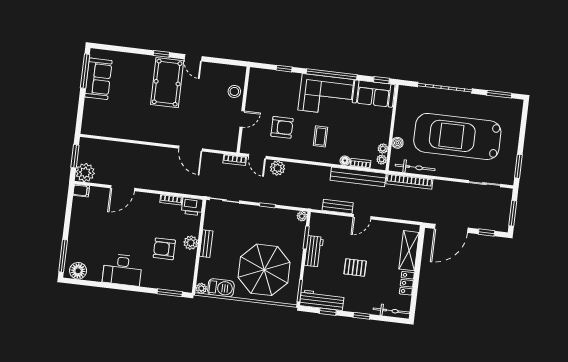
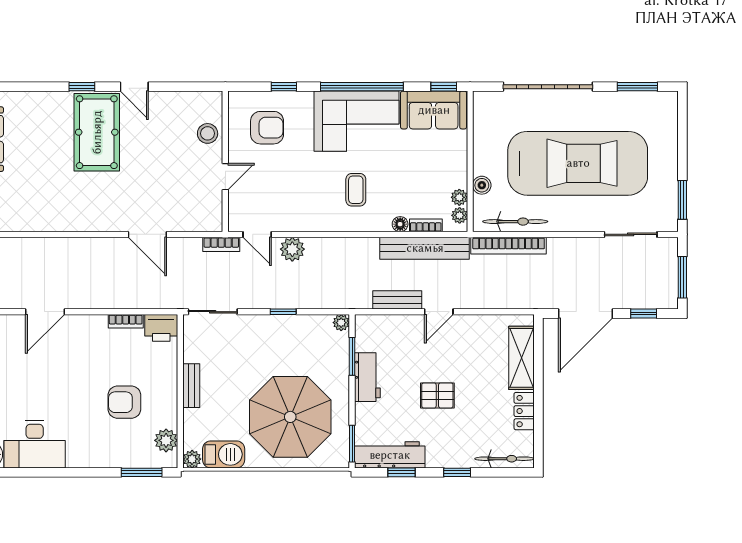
armchair: (282, 127) -> (267, 128), moved
car: (457, 136) -> (578, 163), turned 180
plant: (191, 243) -> (166, 440), moved
desk: (122, 270) -> (35, 444), moved

